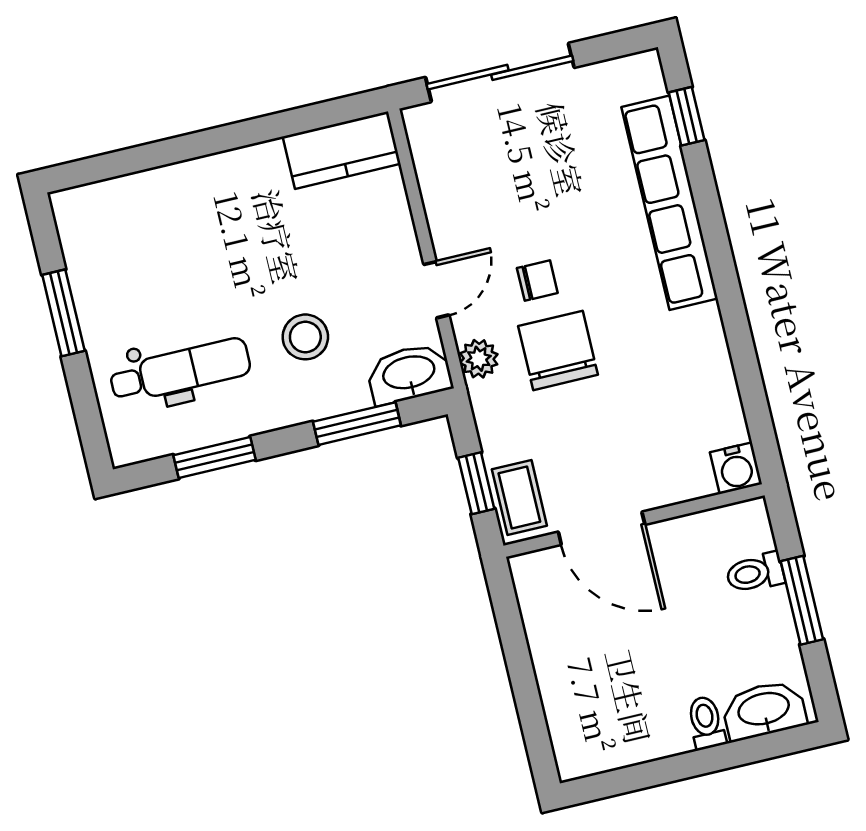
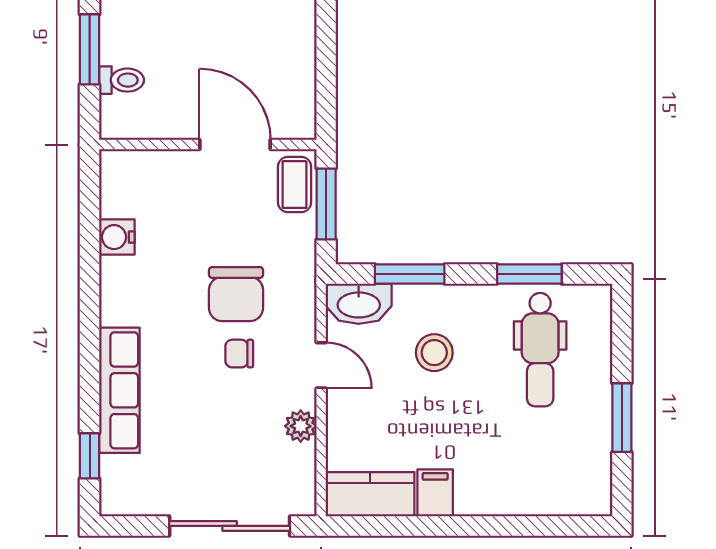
filing cabinet: (265, 170) -> (435, 493), added
row of seats: (670, 203) -> (119, 390), width x0.73
door: (436, 290) -> (321, 365), swing flipped
plant: (479, 359) -> (301, 426), moved
dental chair: (180, 371) -> (540, 350), turned -90
water cooler: (736, 468) -> (117, 237), moved, turned -90
window: (476, 483) -> (326, 204), width x1.50

